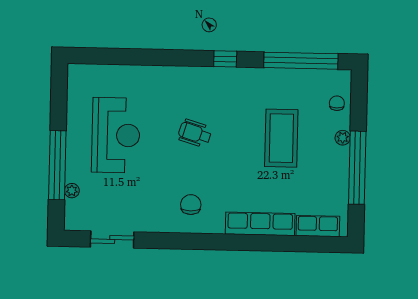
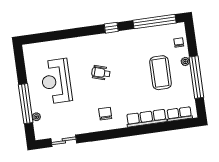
reception desk: (116, 135) -> (56, 81), turned 180
coffee table: (281, 138) -> (160, 73), moved

